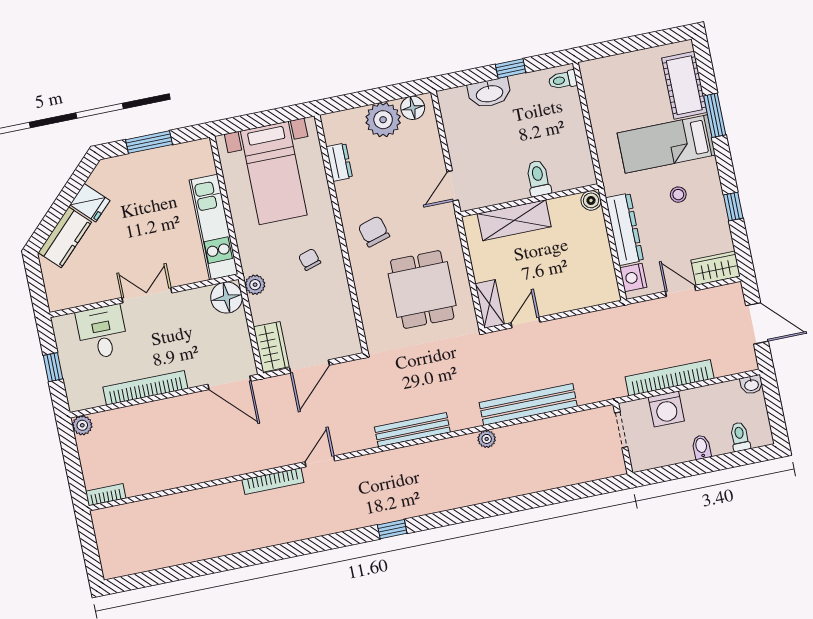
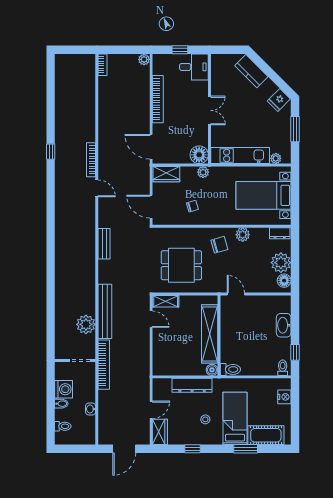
window: (511, 69) -> (295, 352), moved
dresser: (339, 162) -> (280, 233), moved
plant: (206, 165) -> (276, 158), added
toilet: (538, 178) -> (230, 369), moved
plant: (348, 195) -> (243, 235), added
fridge: (90, 203) -> (279, 100), moved
shelving: (514, 220) -> (210, 334), width x1.47
chair: (310, 259) -> (192, 206), moved
nightstand: (633, 278) -> (284, 397), moved, turned 90
desk: (102, 332) -> (194, 67), moved
door: (309, 366) -> (151, 207), moved
bookcase: (670, 378) -> (104, 365), moved
door: (229, 383) -> (151, 147), hinge flipped
washbasin: (751, 385) -> (91, 409), moved
washing machine: (666, 409) -> (64, 389), moved, turned 180
bench: (412, 430) -> (104, 244), width x0.73
plant: (487, 439) -> (86, 324), moved, width x1.87, depth x1.87
window: (392, 529) -> (51, 152), moved

